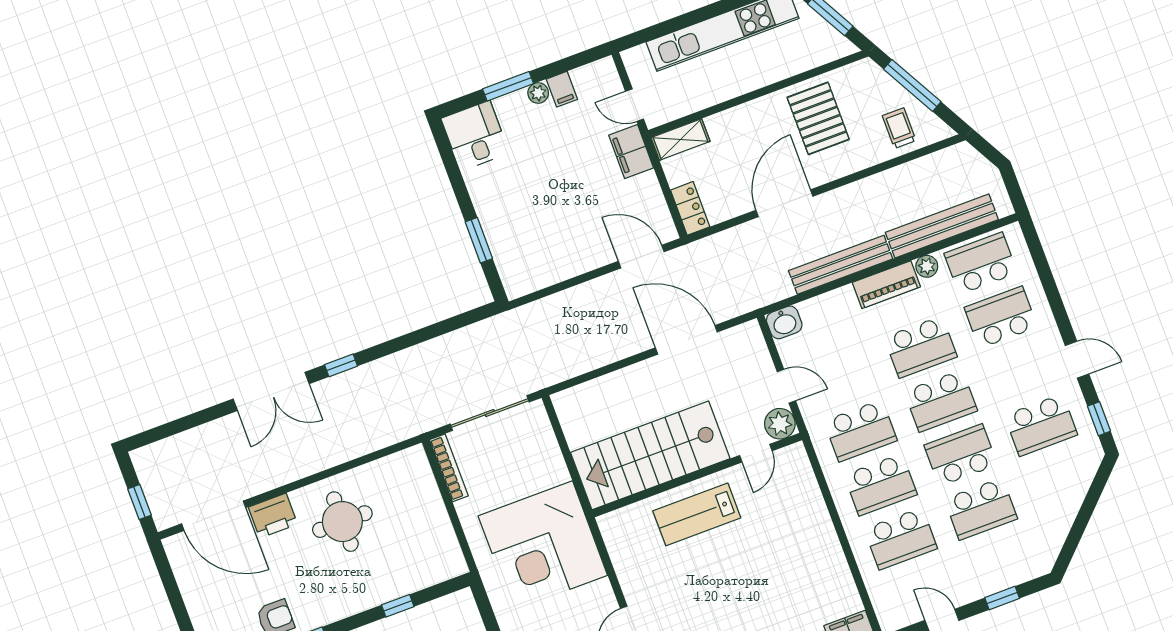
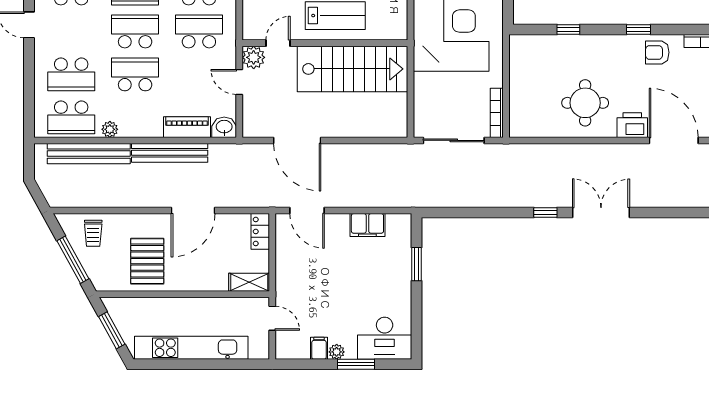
desk: (475, 136) -> (385, 338), width x1.37
filing cabinet: (631, 152) -> (367, 225), moved, turned 90
piano: (886, 285) -> (187, 127), moved

